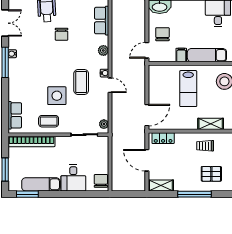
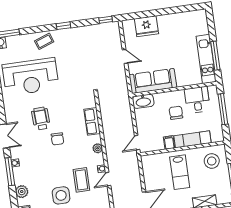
chair: (162, 34) -> (176, 113), moved
door: (110, 85) -> (108, 179), swing flipped
plant: (15, 86) -> (22, 192), added

